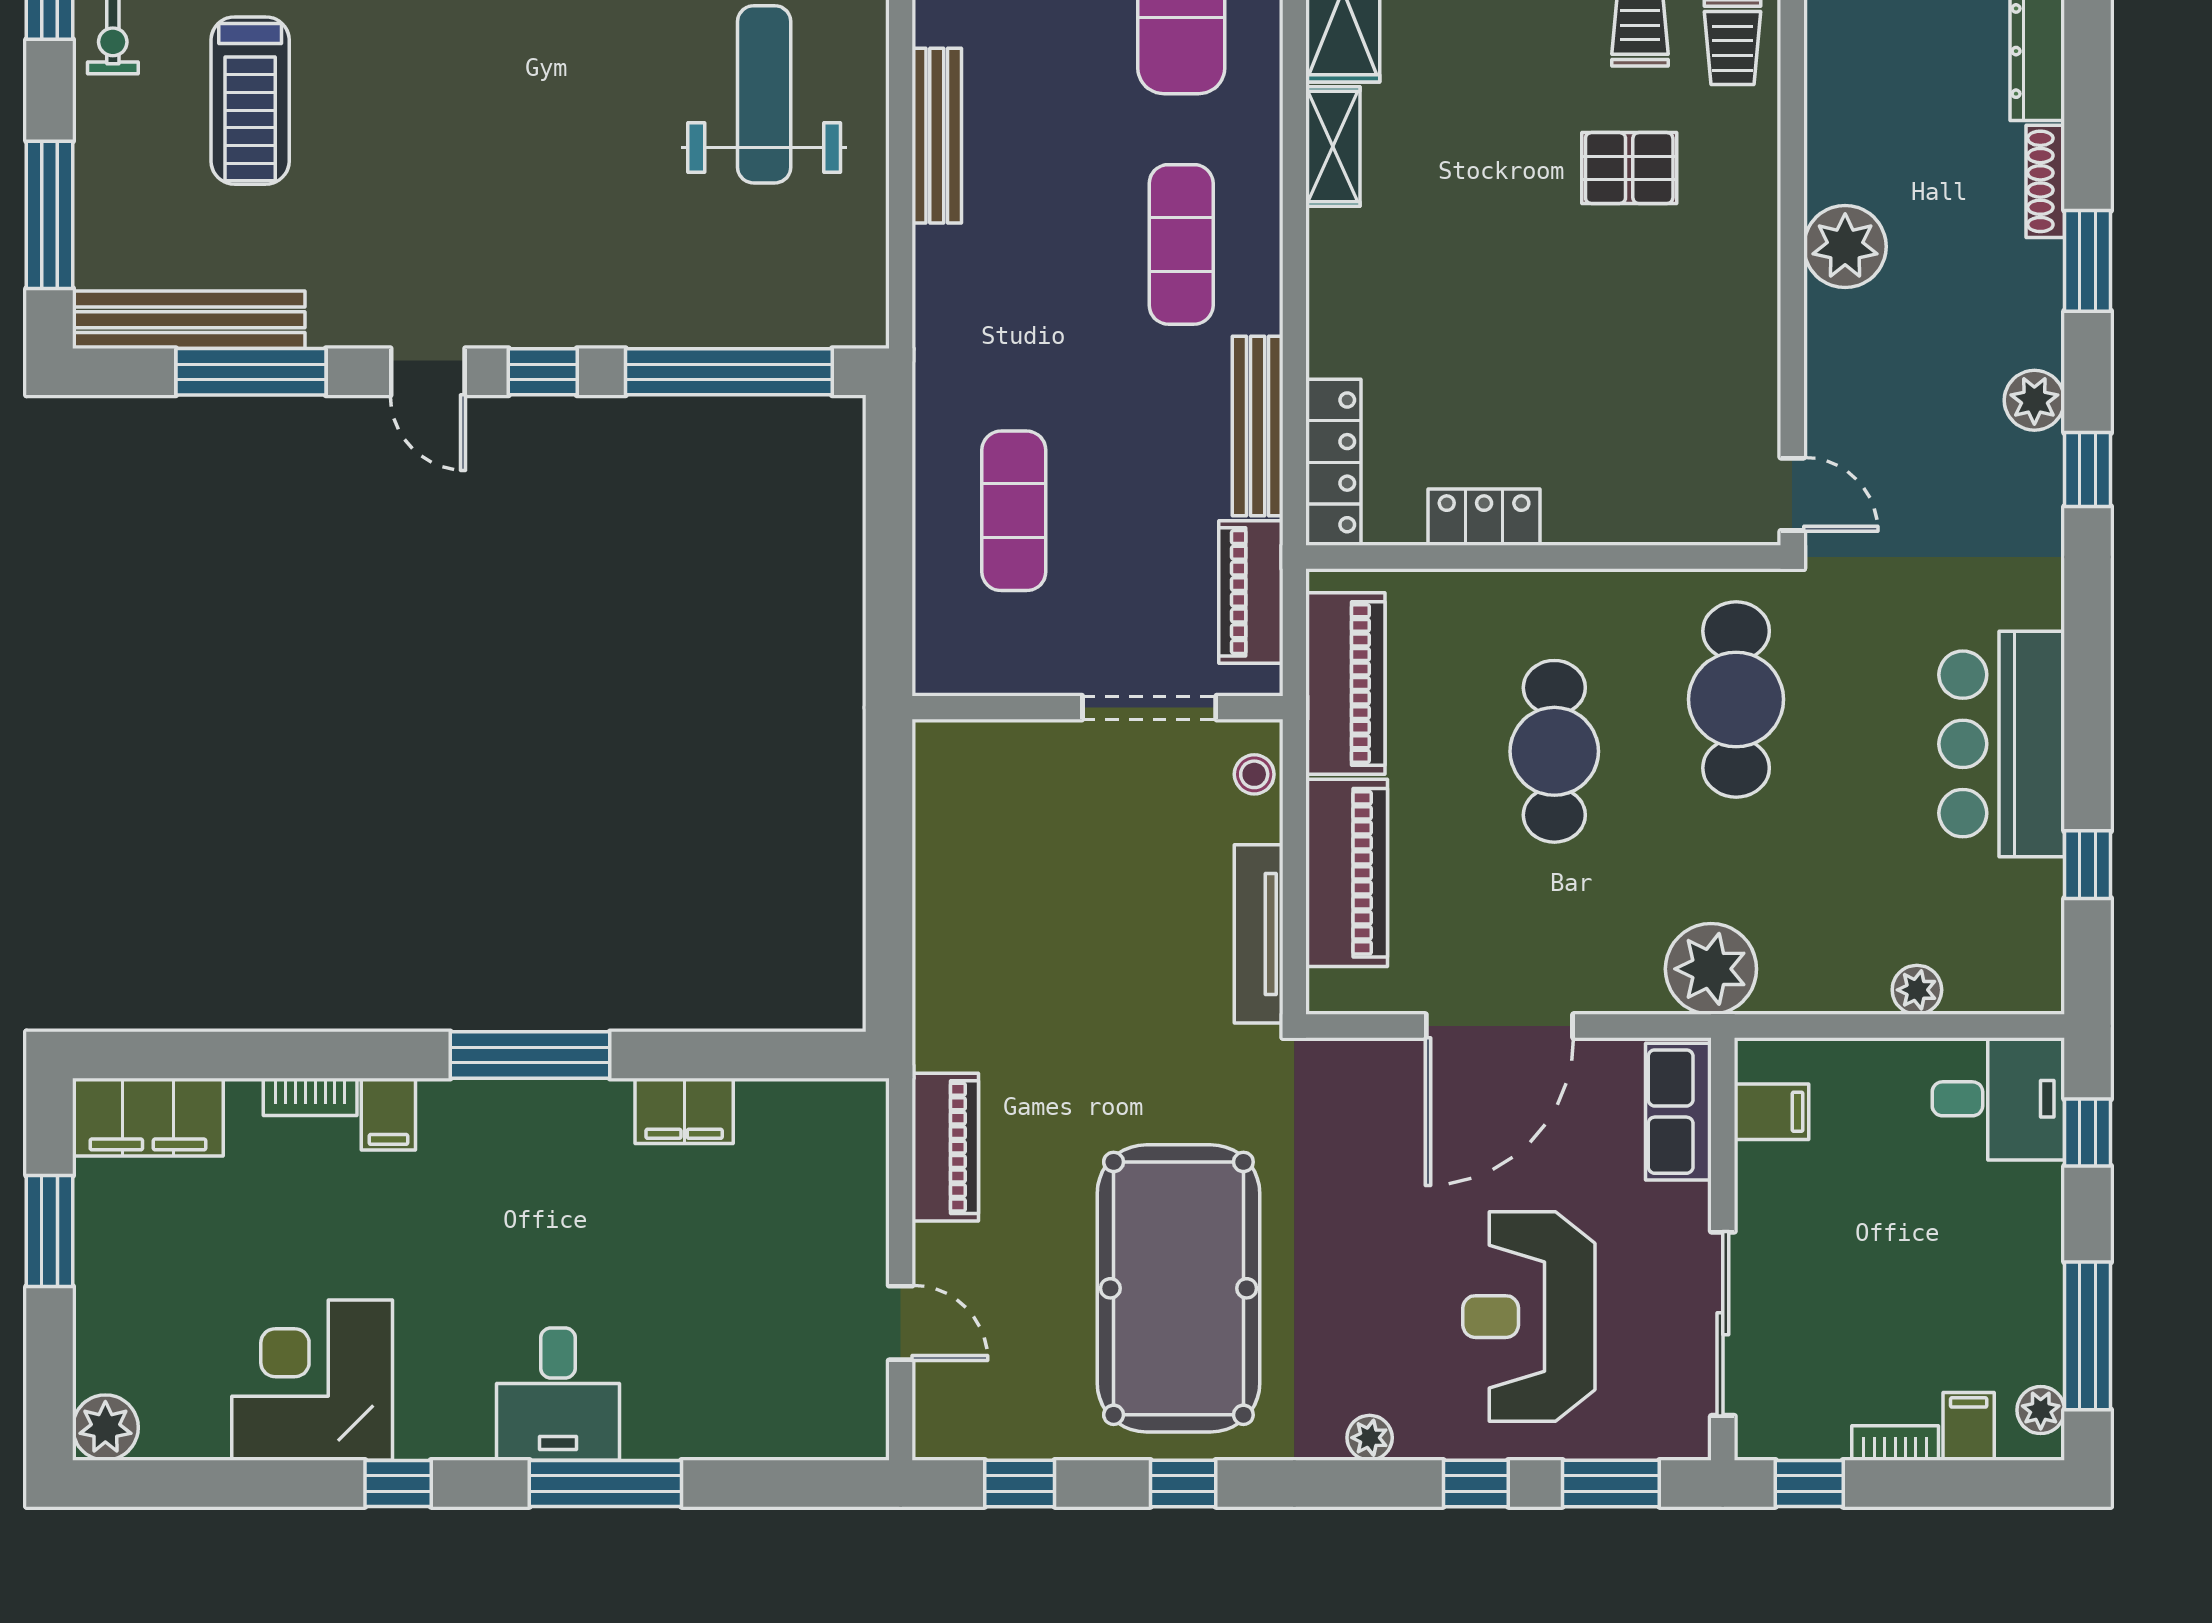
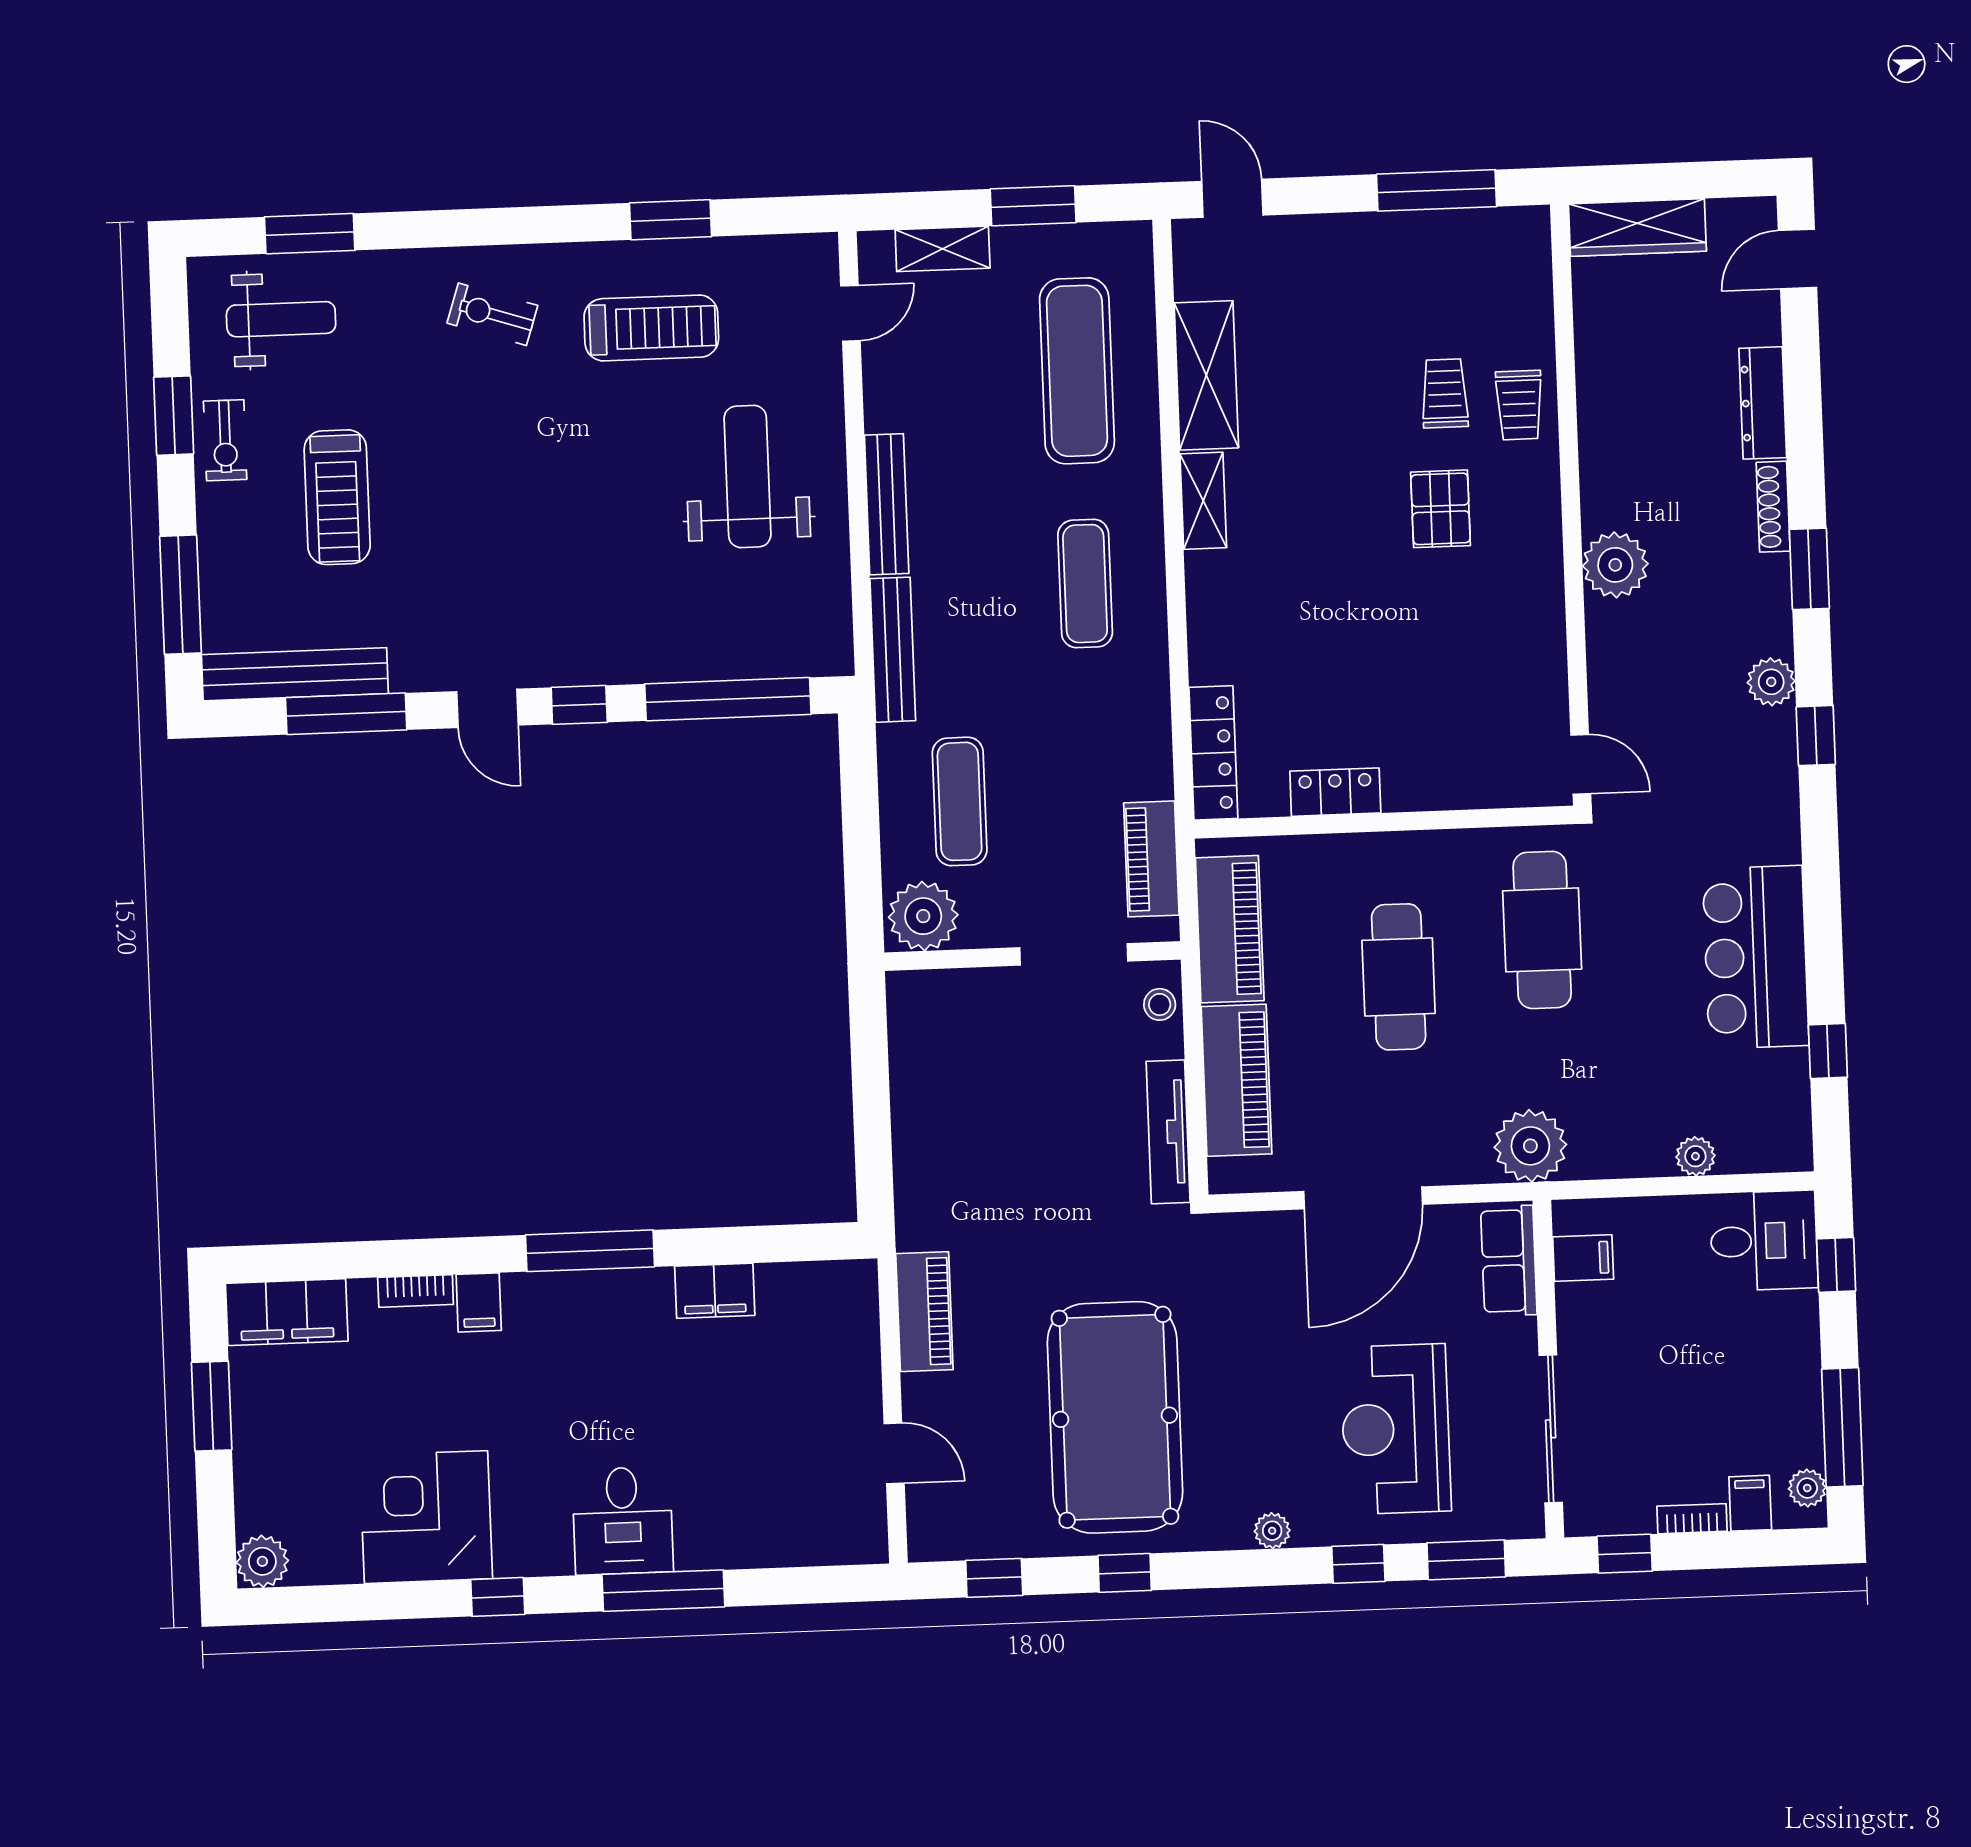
pallet: (1629, 168) -> (1441, 509), turned 90
bench: (1258, 426) -> (893, 650), moved
plant: (963, 652) -> (923, 916), added

